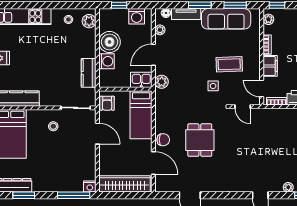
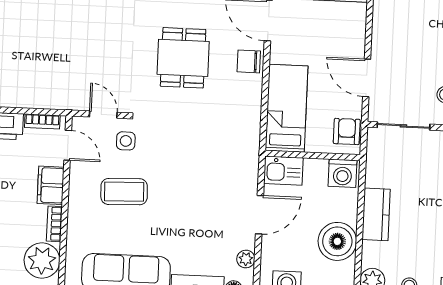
plant: (268, 19) -> (42, 261), width x1.88, depth x1.88
washing machine: (107, 61) -> (343, 173), moved, turned -90
kitchen counter: (89, 73) -> (376, 214), moved
plant: (162, 82) -> (247, 166), removed
side table: (213, 86) -> (126, 141), moved

